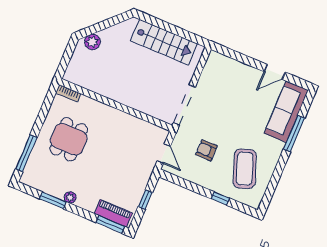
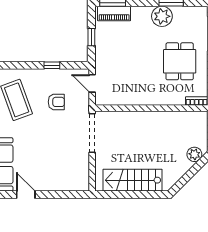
door: (275, 72) -> (26, 195), hinge flipped
plant: (70, 197) -> (162, 16), width x1.88, depth x1.88
window: (220, 198) -> (52, 65), moved

